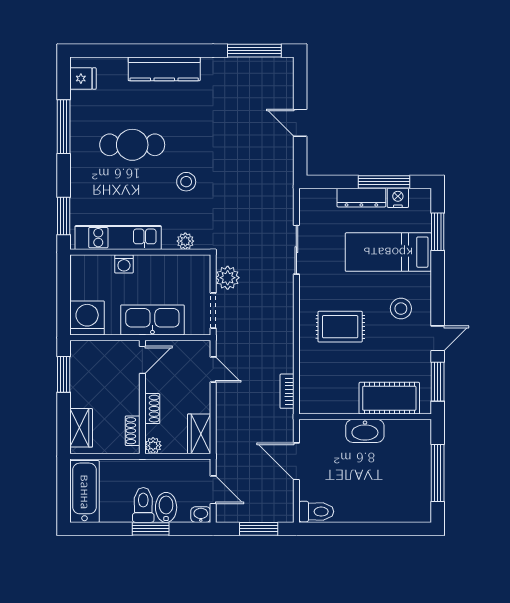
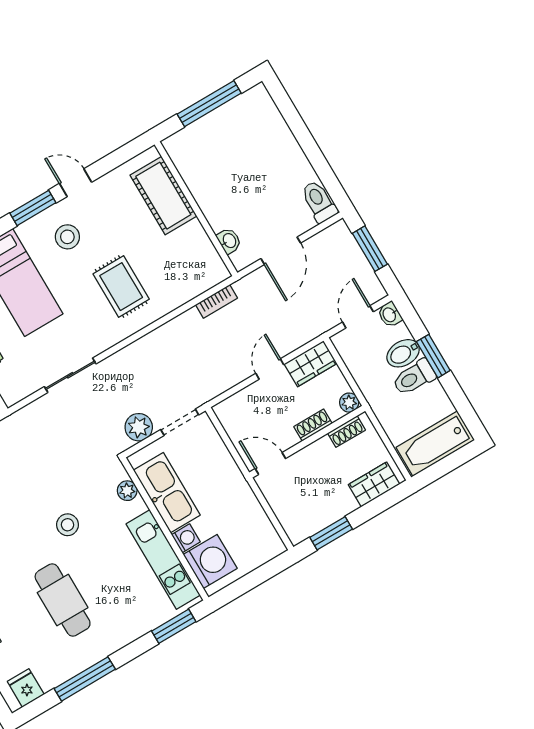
washing machine: (87, 318) -> (210, 561), moved, turned 180
kitchen sink: (152, 320) -> (167, 493), moved, turned 180
door: (213, 370) -> (270, 369), moved
window: (438, 382) -> (33, 208), moved
washbasin: (365, 431) -> (229, 241), moved, width x0.52, depth x0.69

